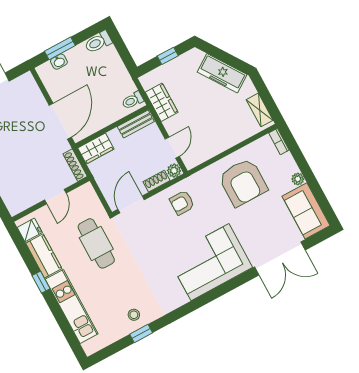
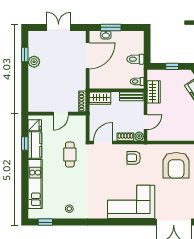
toilet: (98, 42) -> (135, 59), moved
door: (60, 121) -> (88, 56), moved
cafe table: (96, 243) -> (70, 154), width x0.73, depth x0.74
window: (41, 282) -> (25, 143), moved
window: (141, 333) -> (45, 222), moved

